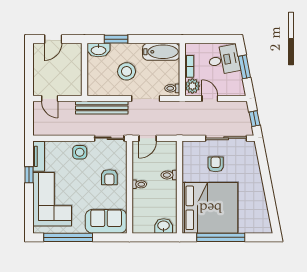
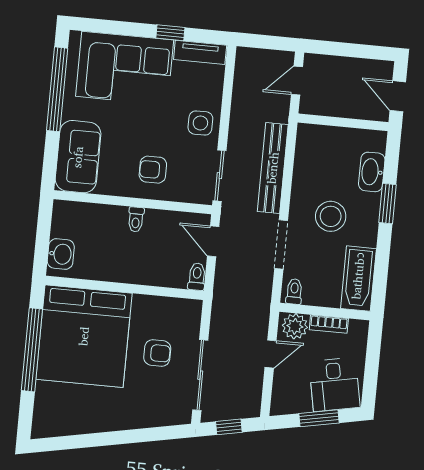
wall: (84, 70) -> (343, 122), moved
toilet: (169, 175) -> (197, 277), moved

